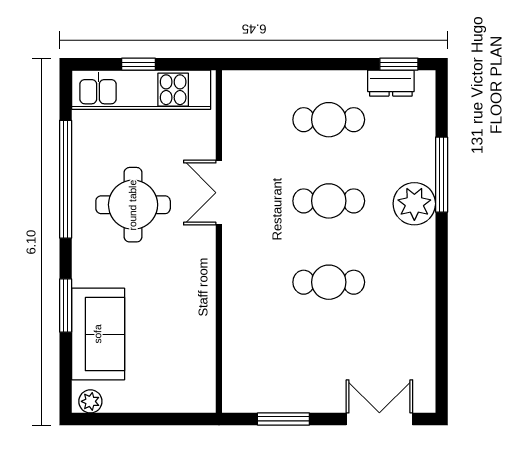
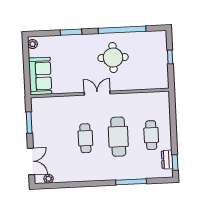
kitchen unit: (141, 90) -> (160, 59), removed
double door: (219, 193) -> (97, 93), moved
cafe table: (329, 201) -> (118, 137), width x1.37, depth x1.35
plant: (414, 204) -> (49, 179), moved, width x0.53, depth x0.53
sofa: (98, 334) -> (40, 76), moved, turned -90

